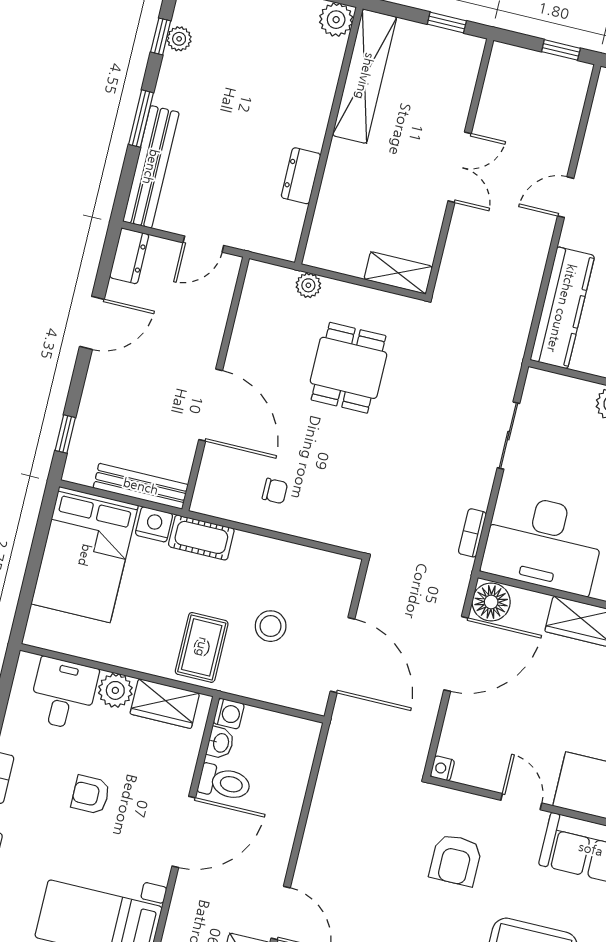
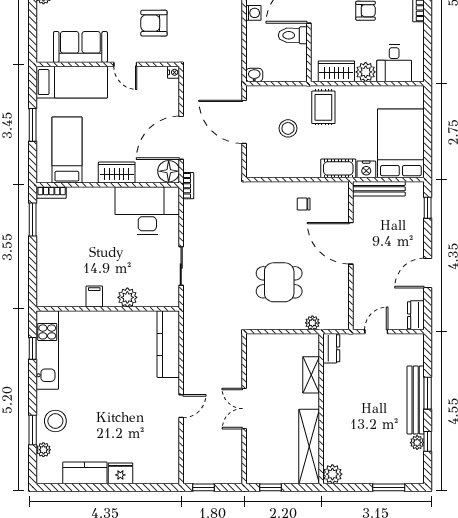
bench: (151, 167) -> (416, 400), moved
dresser: (301, 176) -> (331, 348), moved
shelving: (398, 273) -> (311, 375), moved, turned 90
dining table: (349, 368) -> (279, 282), turned 90
bookcase: (472, 533) -> (188, 186), moved
washing machine: (229, 714) -> (253, 13), moved, turned 180
washbasin: (220, 743) -> (254, 75), moved, turned 90
armchair: (456, 860) -> (154, 23), turned -90

